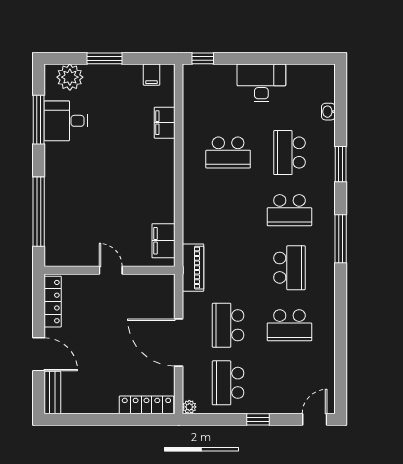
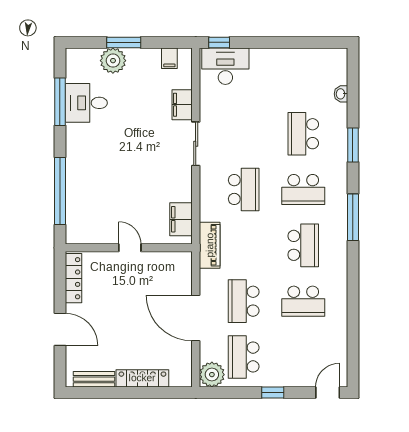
plant: (70, 77) -> (113, 61), moved
desk: (261, 83) -> (225, 66), moved
school desk: (228, 153) -> (244, 190), moved, turned -90
sliding door: (179, 163) -> (196, 144), added
bench: (52, 393) -> (94, 379), moved, turned 90
locker: (146, 405) -> (142, 378), moved
plant: (189, 407) -> (212, 375), width x1.87, depth x1.87

